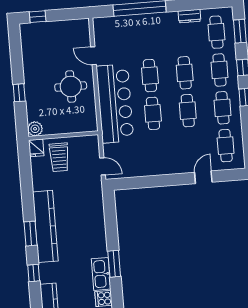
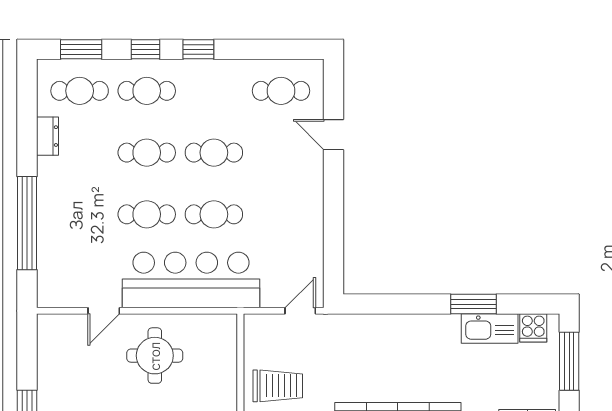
cafe table: (223, 108) -> (214, 91), removed

